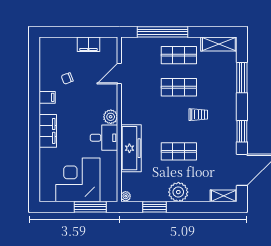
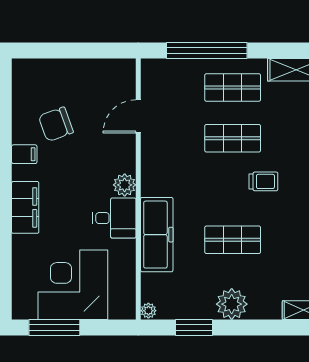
filing cabinet: (88, 44) -> (90, 70), removed
chair: (67, 78) -> (56, 124), width x1.87, depth x1.87
window: (90, 207) -> (54, 328), moved

